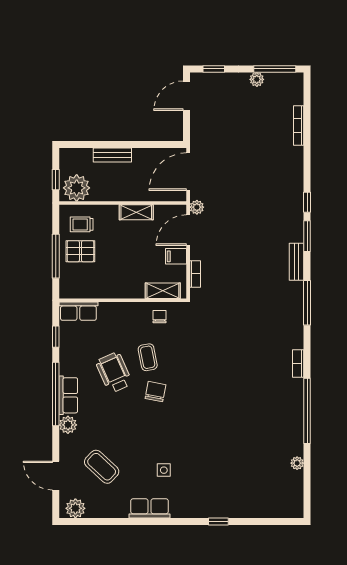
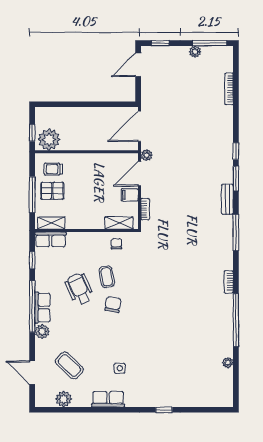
bench: (112, 155) -> (78, 113), removed
shelving: (136, 212) -> (51, 223), moved
plant: (75, 508) -> (64, 399), moved

